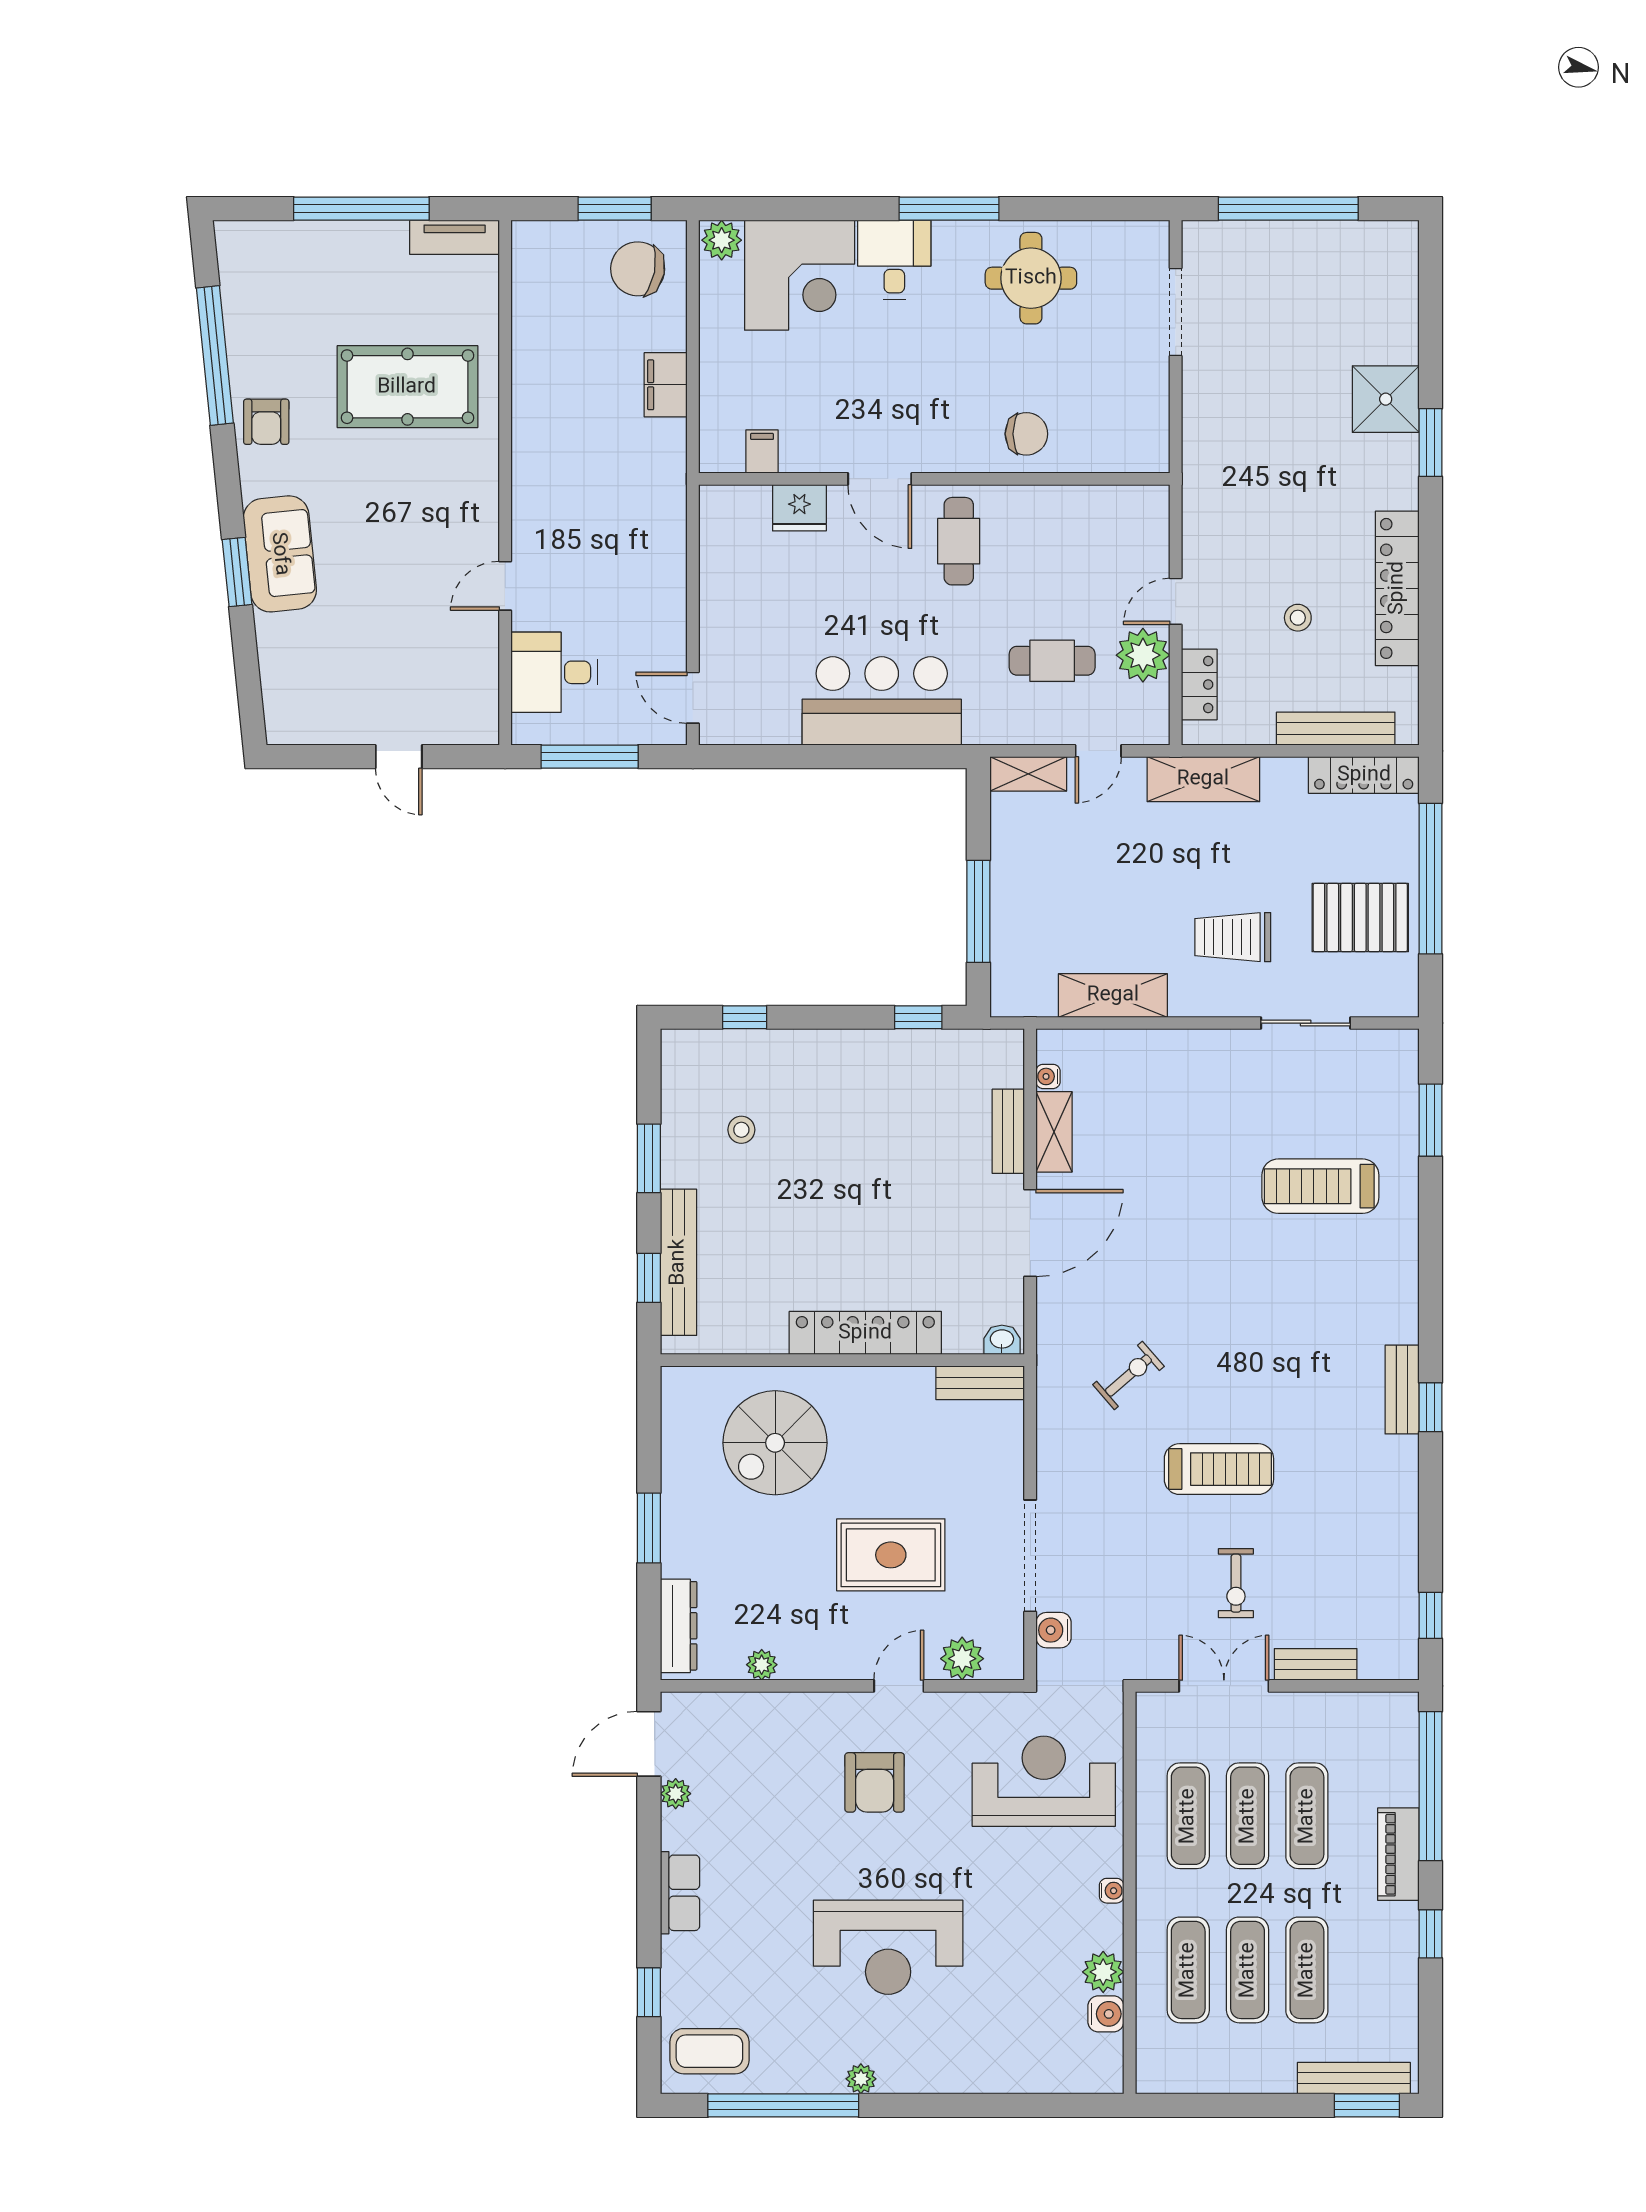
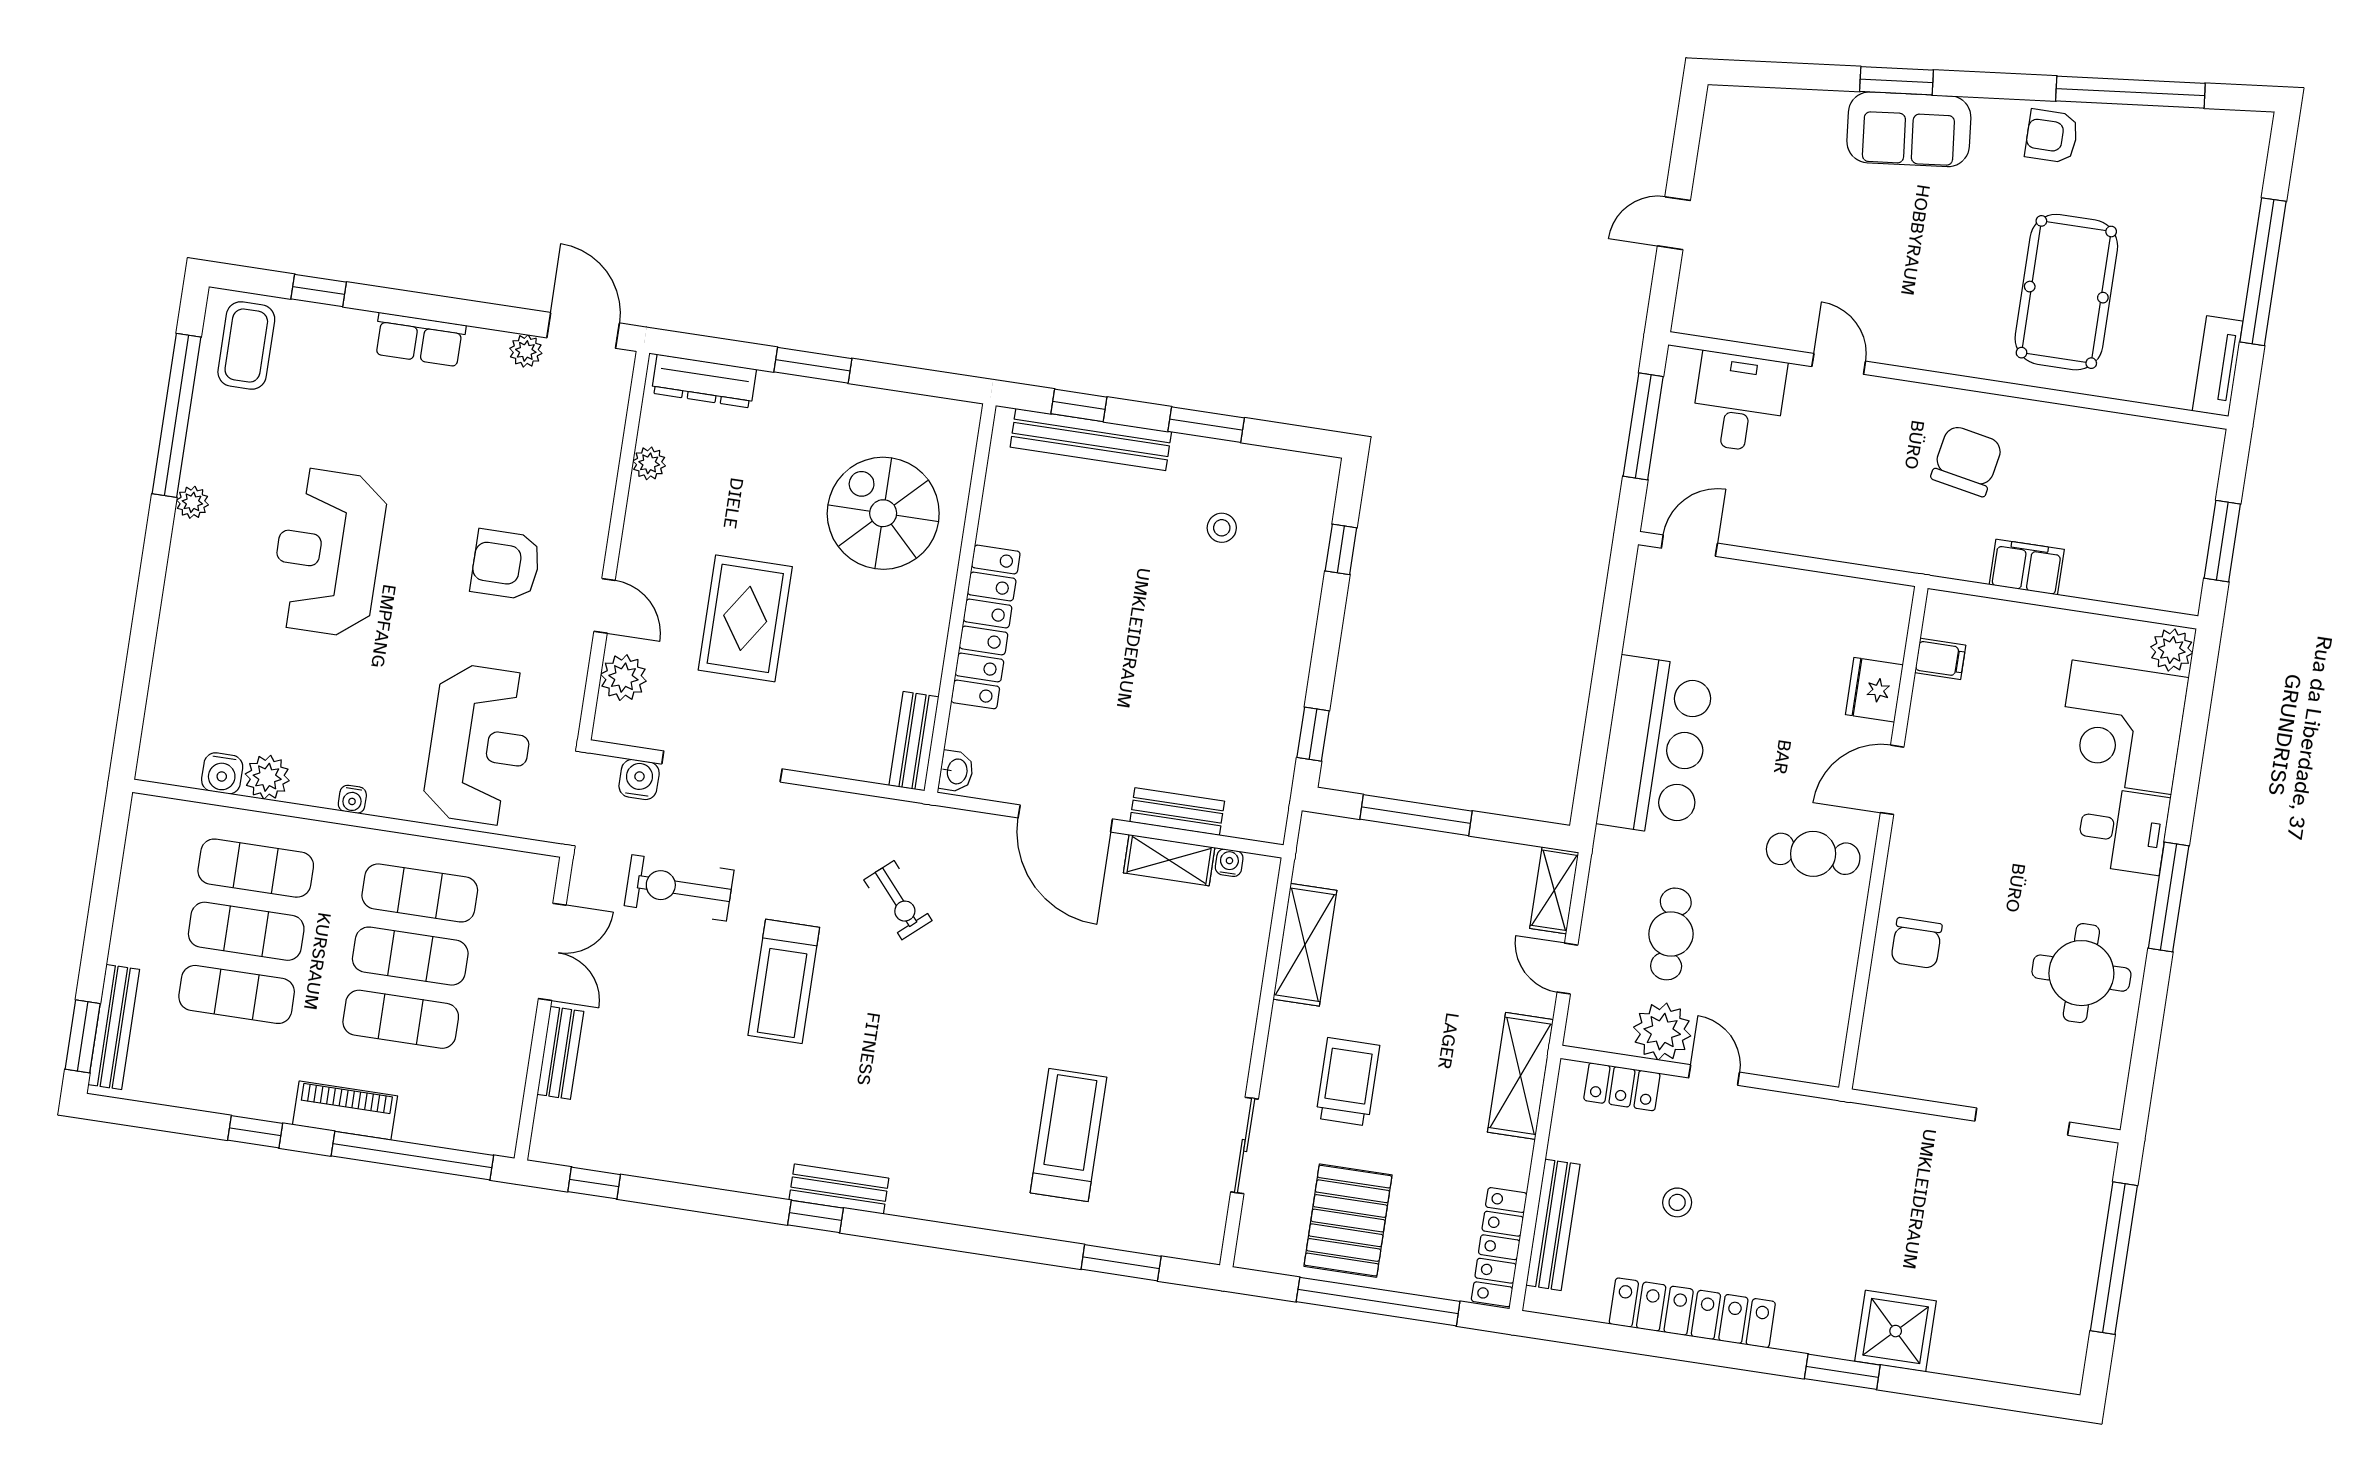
chair: (638, 269) -> (1967, 461), moved
exercise bike: (1236, 1583) -> (679, 888), moved, width x1.38, depth x1.39

